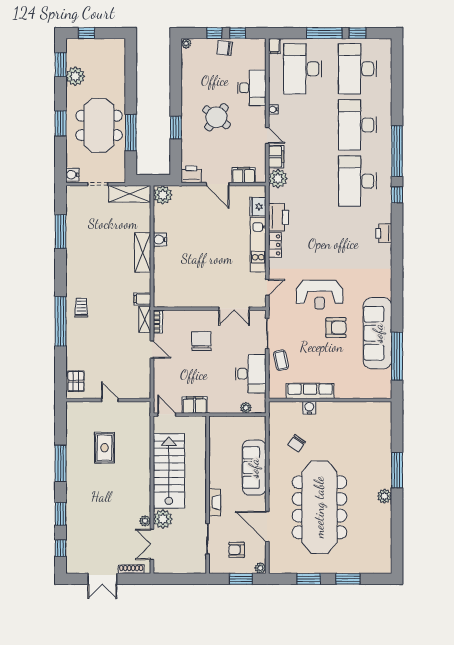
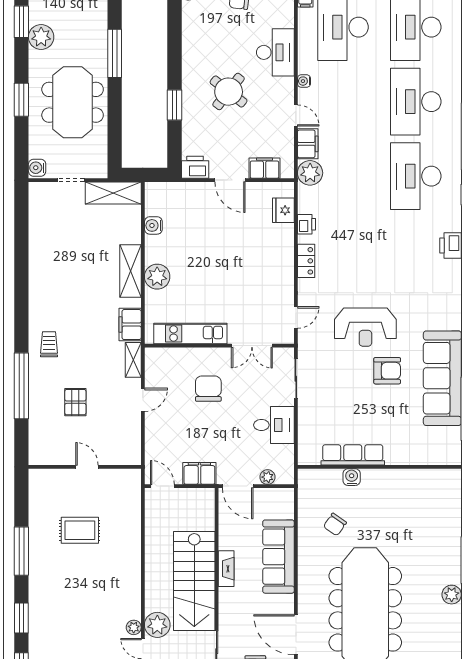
window: (131, 133) -> (115, 53), moved
plant: (163, 195) -> (157, 277), moved
printer: (278, 217) -> (307, 224), width x0.53, depth x0.68
window: (61, 232) -> (21, 243), removed
water cooler: (160, 240) -> (153, 225), moved
kitchen unit: (258, 245) -> (190, 333), moved, turned 90
filing cabinet: (142, 299) -> (130, 325), width x2.00
window: (61, 321) -> (21, 386), moved
bookcase: (158, 322) -> (151, 363), removed
door: (152, 349) -> (143, 400), hinge flipped
coffee table: (281, 360) -> (314, 414), removed
desk: (251, 374) -> (274, 425), width x0.73
pallet: (76, 381) -> (75, 402), moved
door: (223, 415) -> (238, 486), added
rug: (105, 448) -> (80, 530), turned 90
stairs: (169, 471) -> (194, 581), moved, turned 180
fireplace: (215, 502) -> (226, 569), moved

